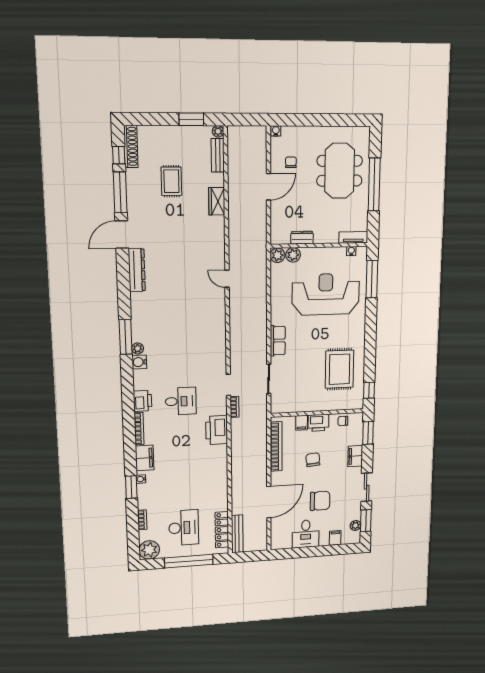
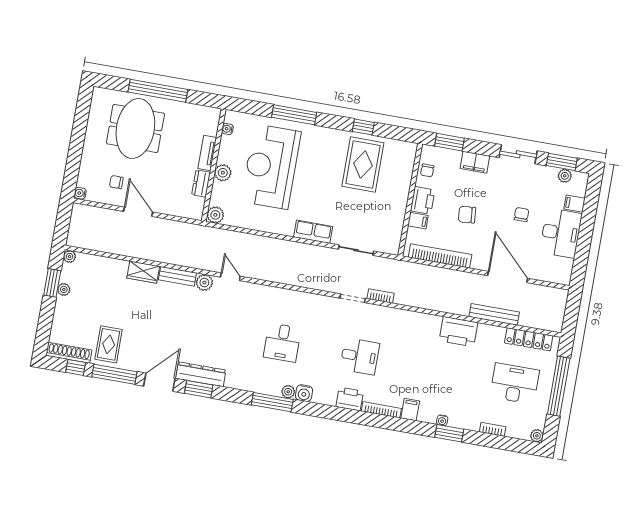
plant: (187, 131) -> (64, 289), added
bench: (218, 155) -> (177, 276), moved
meeting table: (340, 171) -> (135, 128), turned 90
rug: (171, 181) -> (109, 344), moved, turned 90
door: (122, 235) -> (159, 382), swing flipped
tv unit: (353, 237) -> (207, 153), moved
plant: (293, 255) -> (223, 173), moved
plant: (218, 257) -> (204, 283), added
window: (123, 271) -> (199, 389), added
door: (227, 279) -> (230, 277), swing flipped
window: (372, 279) -> (294, 115), moved
desk: (179, 335) -> (282, 343), added
rug: (340, 369) -> (363, 165), turned 90
window: (369, 390) -> (363, 127), moved
desk: (181, 401) -> (360, 356), turned 90
printer: (217, 430) -> (459, 332), moved
filing cabinet: (145, 458) -> (410, 410), width x0.50
chair: (320, 501) -> (522, 215), width x0.54, depth x0.54
bench: (237, 534) -> (494, 314), moved
desk: (306, 534) -> (561, 233), width x1.37
plant: (149, 550) -> (537, 436), width x0.53, depth x0.53

